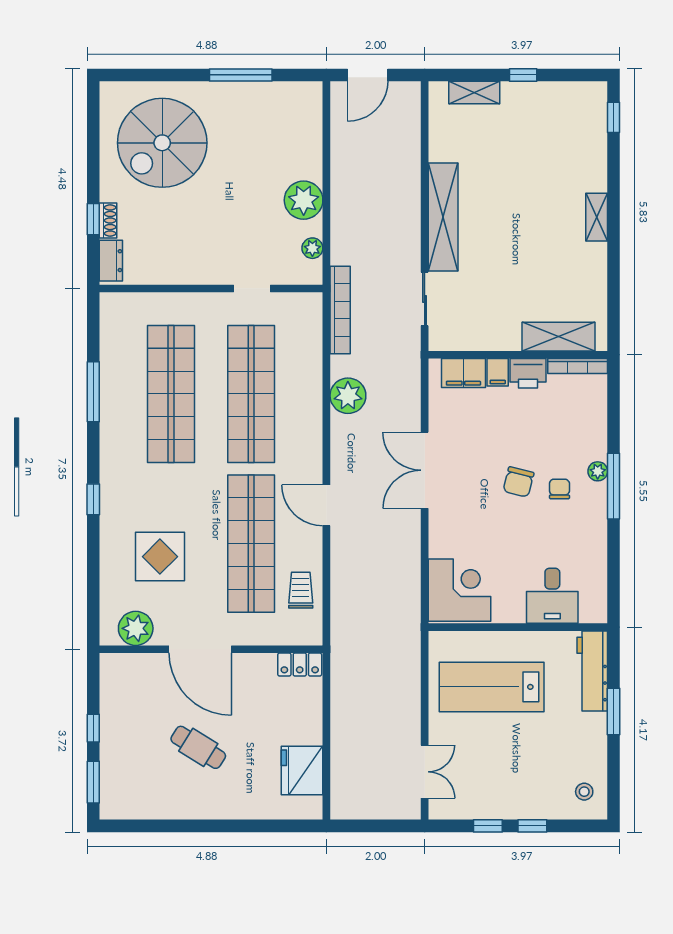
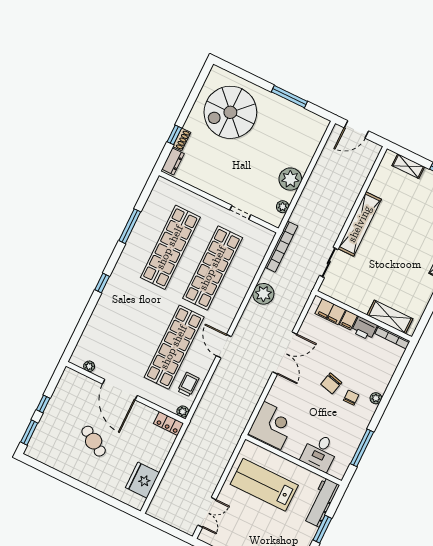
double door: (425, 470) -> (285, 353), swing flipped
window: (614, 486) -> (362, 448), moved
display table: (160, 557) -> (123, 330), removed
plant: (136, 628) -> (89, 366), width x0.53, depth x0.53
plant: (312, 636) -> (183, 412), added

